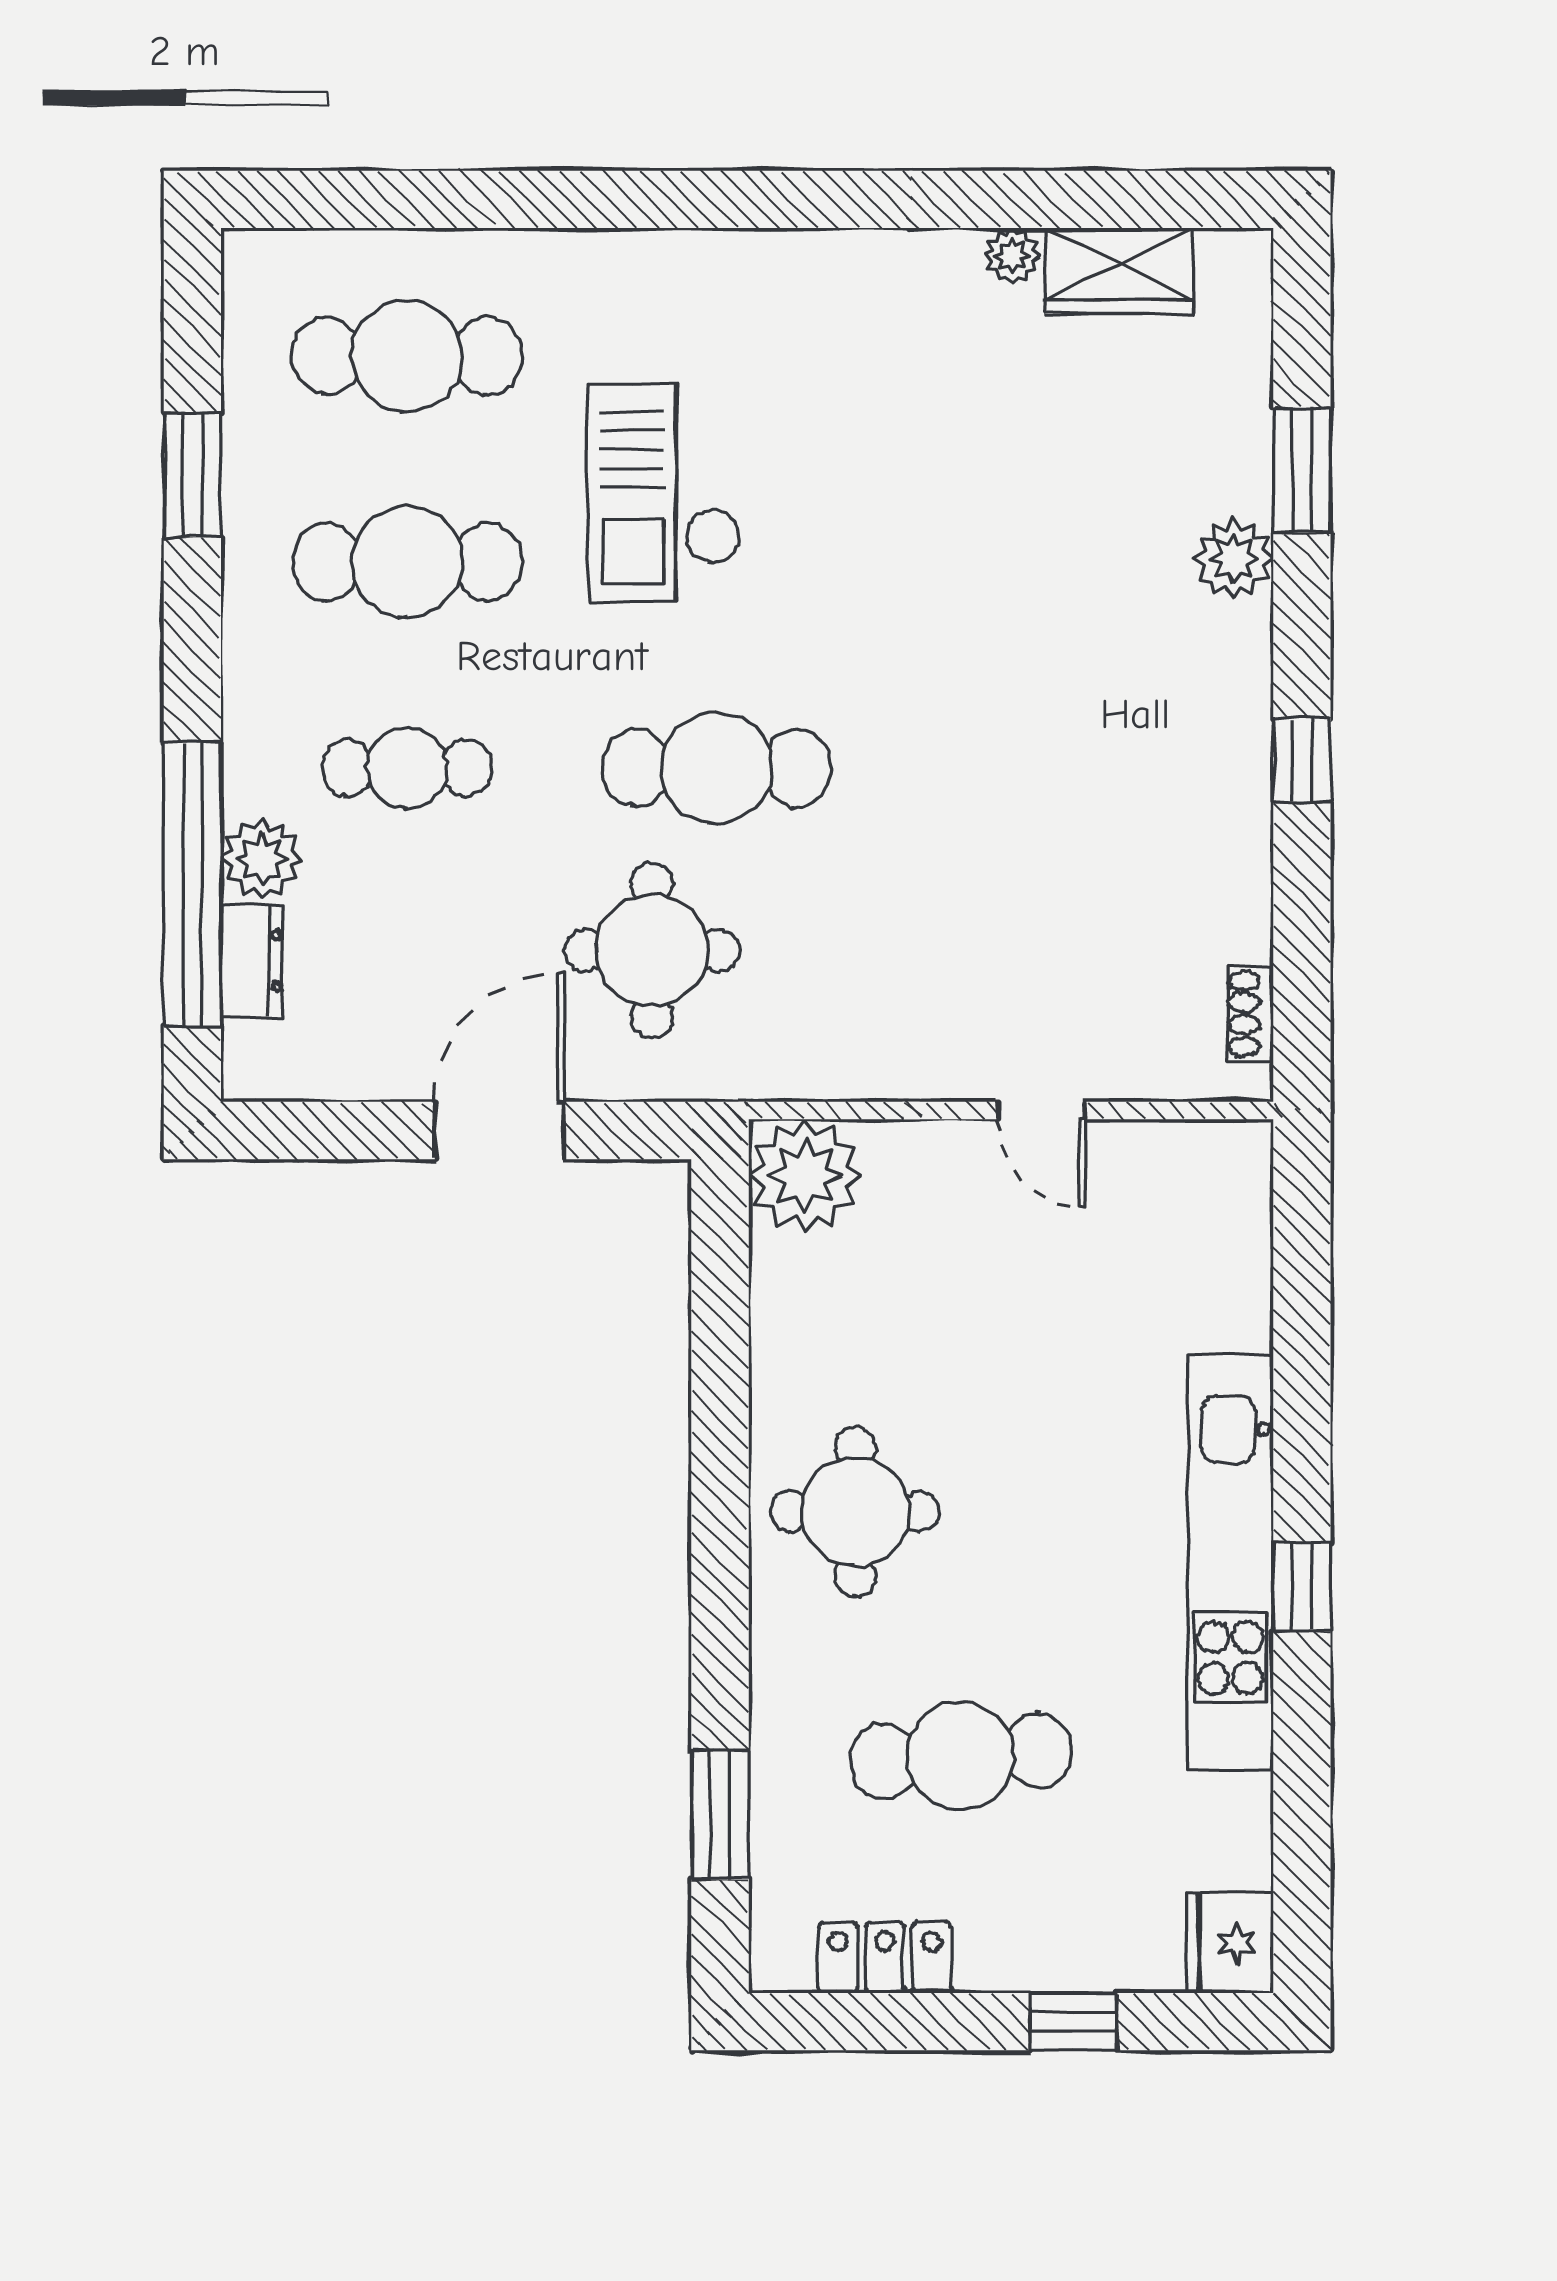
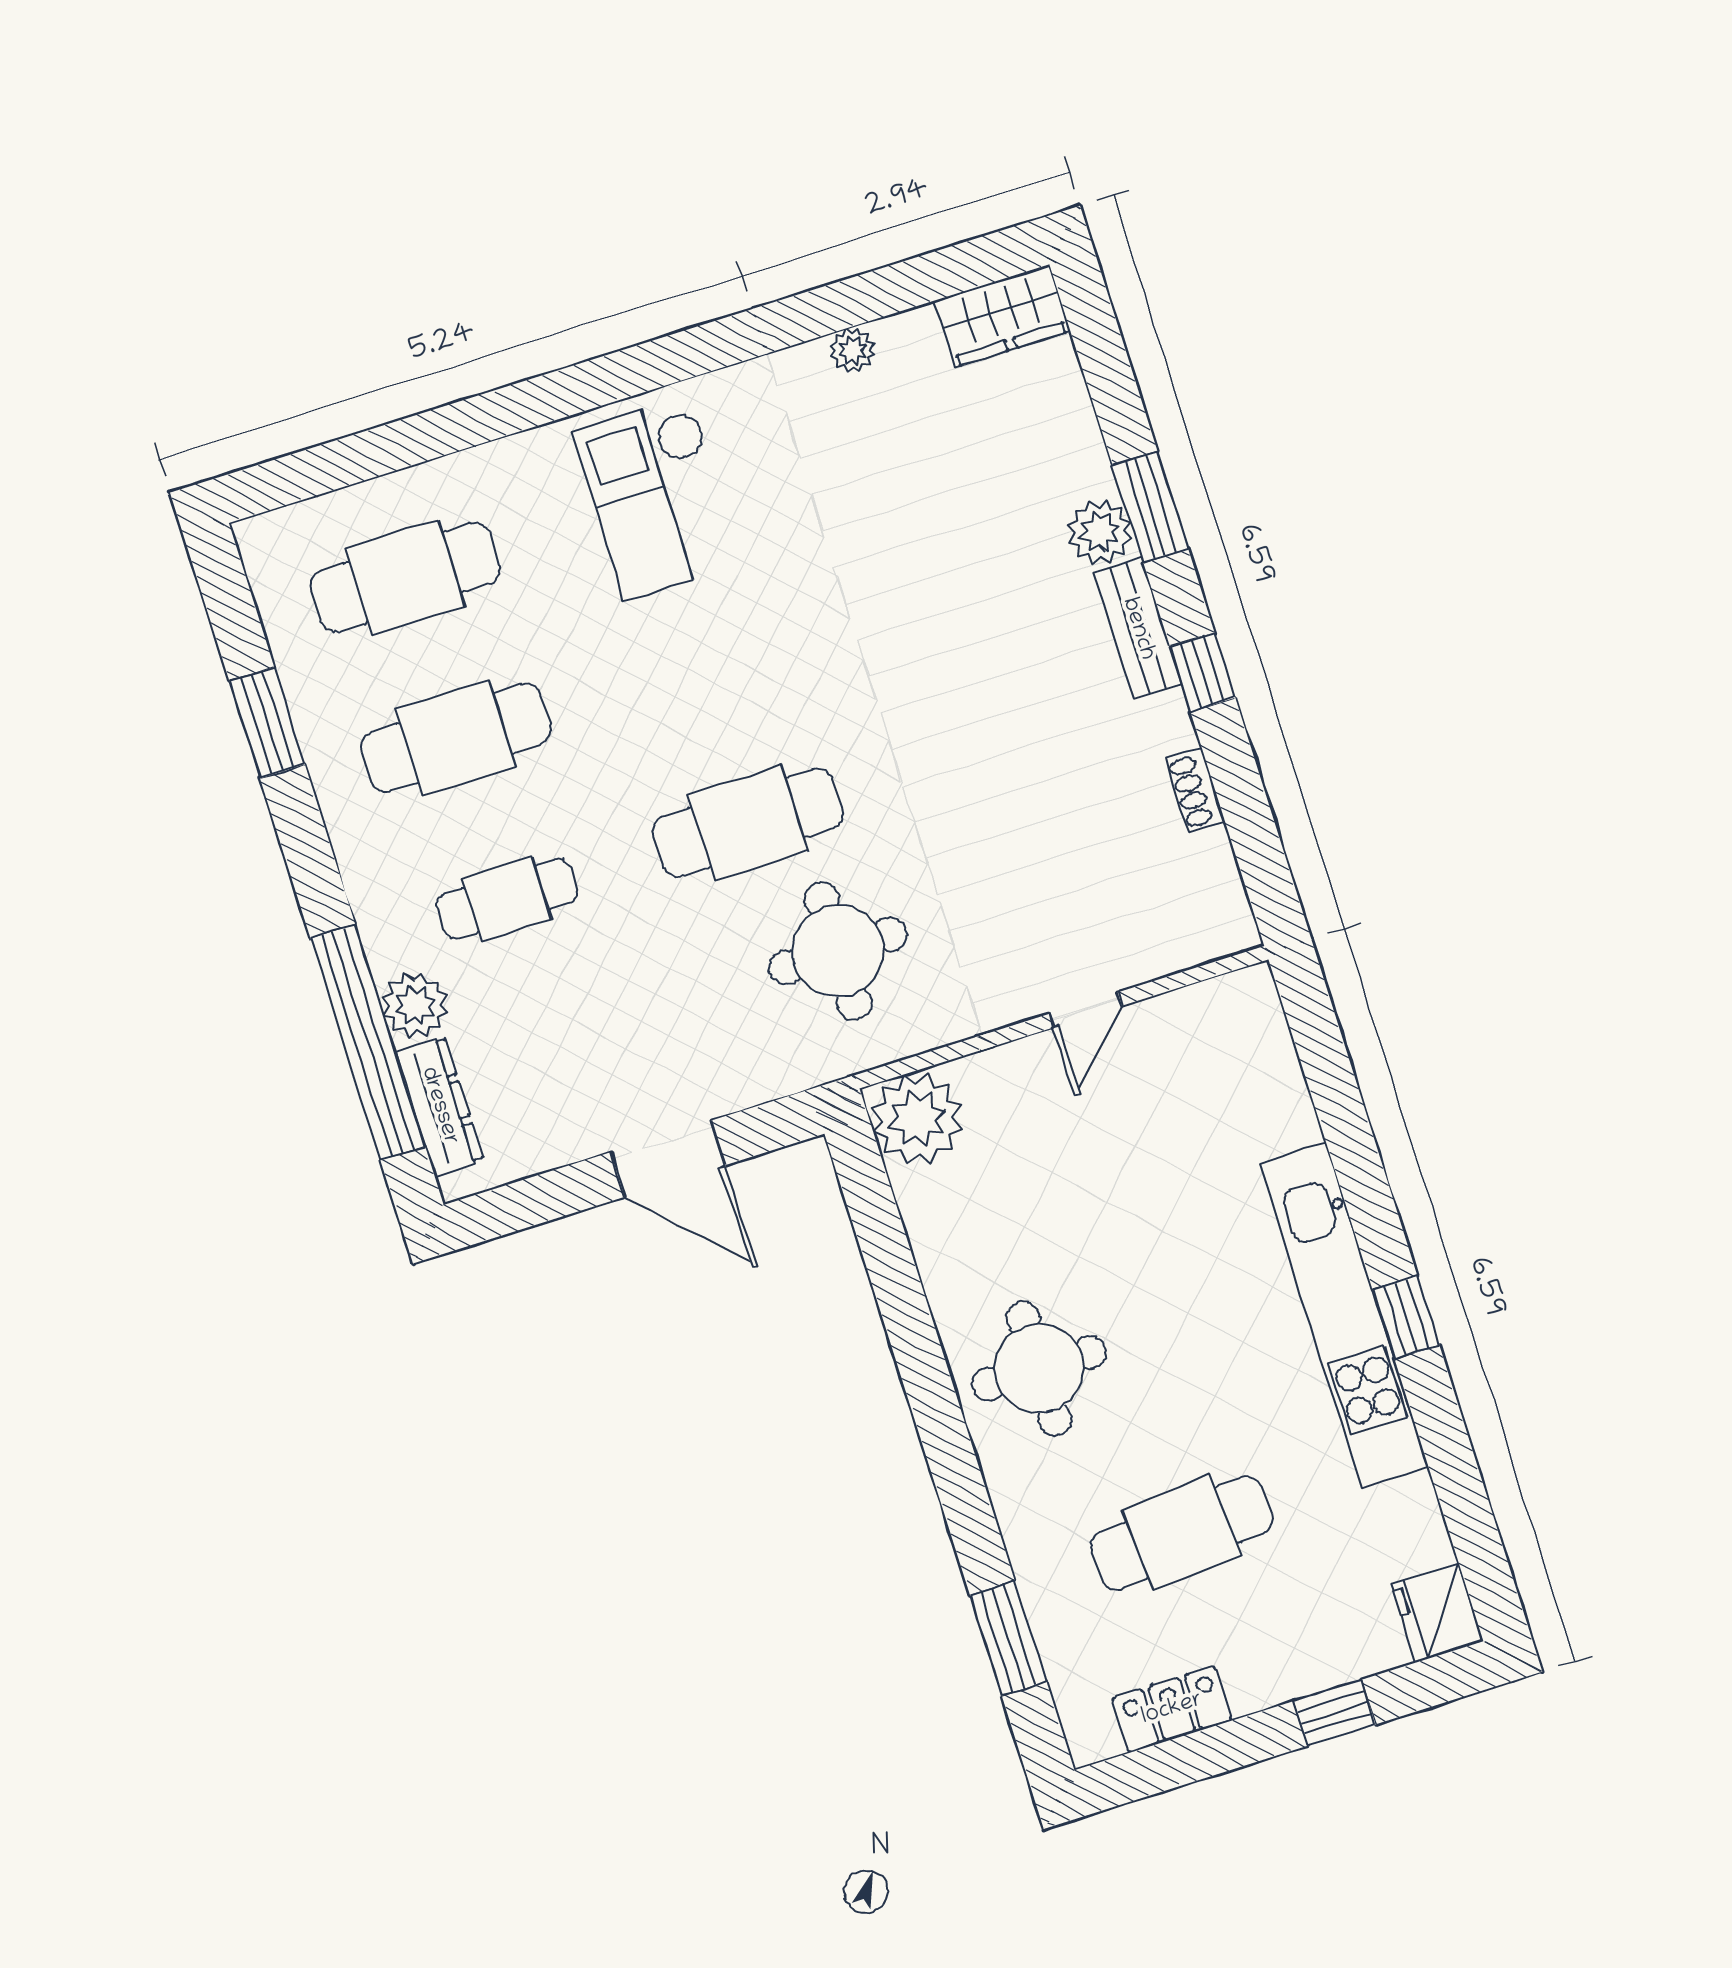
wardrobe: (1119, 271) -> (1002, 316), moved
window: (1302, 470) -> (1150, 507), moved
checkout: (664, 493) -> (657, 498), moved
bench: (1242, 685) -> (1138, 629), added
round table: (652, 950) -> (838, 951), moved
dresser: (252, 961) -> (439, 1106), width x1.44
shoe rack: (1250, 1014) -> (1196, 791), moved
door: (1041, 1111) -> (1086, 1010), hinge flipped
door: (499, 1131) -> (668, 1159), swing flipped

